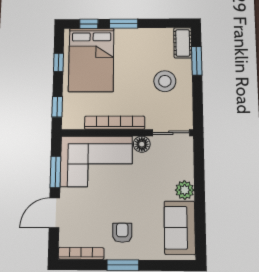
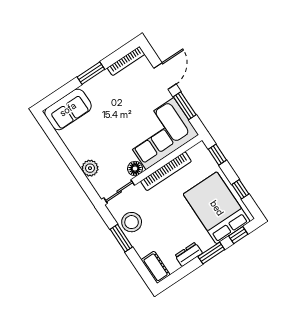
dresser: (145, 35) -> (189, 254), added
window: (197, 61) -> (121, 238), moved
stool: (165, 81) -> (132, 222), moved
plant: (185, 190) -> (90, 168), moved
sofa: (180, 228) -> (68, 109), moved, turned 90
armchair: (122, 233) -> (106, 95), removed

